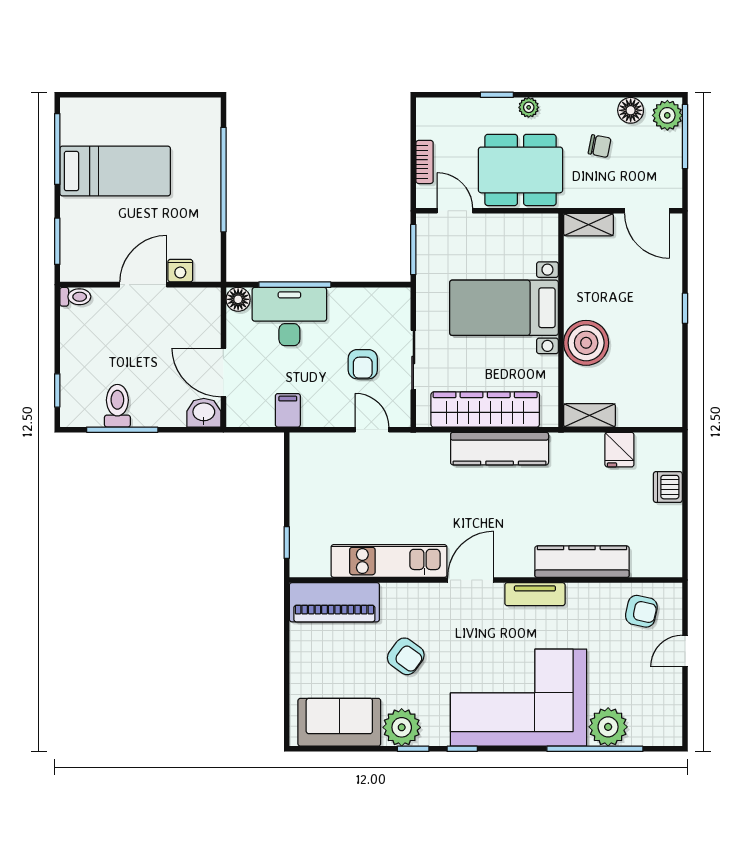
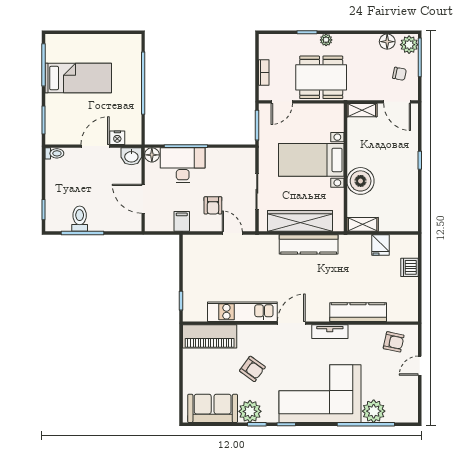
chair: (600, 146) -> (400, 74), moved
door: (455, 211) -> (282, 102), swing flipped
armchair: (363, 364) -> (213, 205), moved
washbasin: (204, 413) -> (131, 156), moved, turned 180

